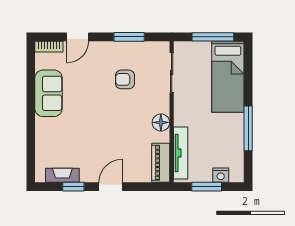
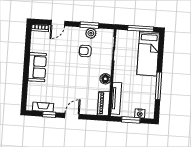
plant: (132, 50) -> (91, 33), added
sofa: (49, 93) -> (37, 67), moved

